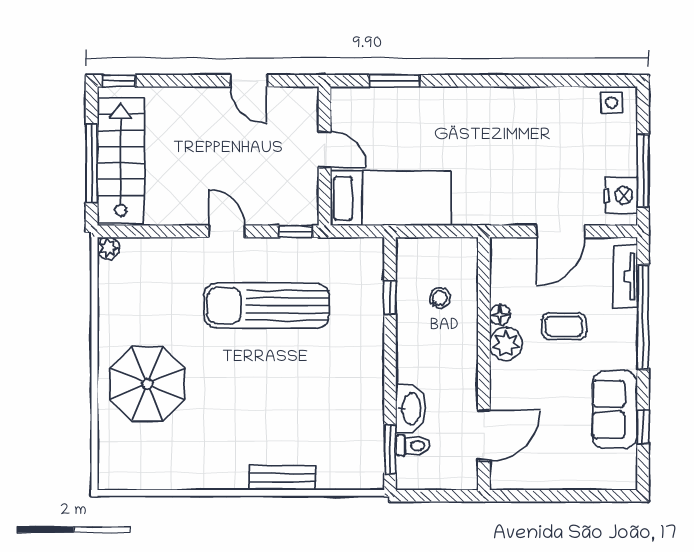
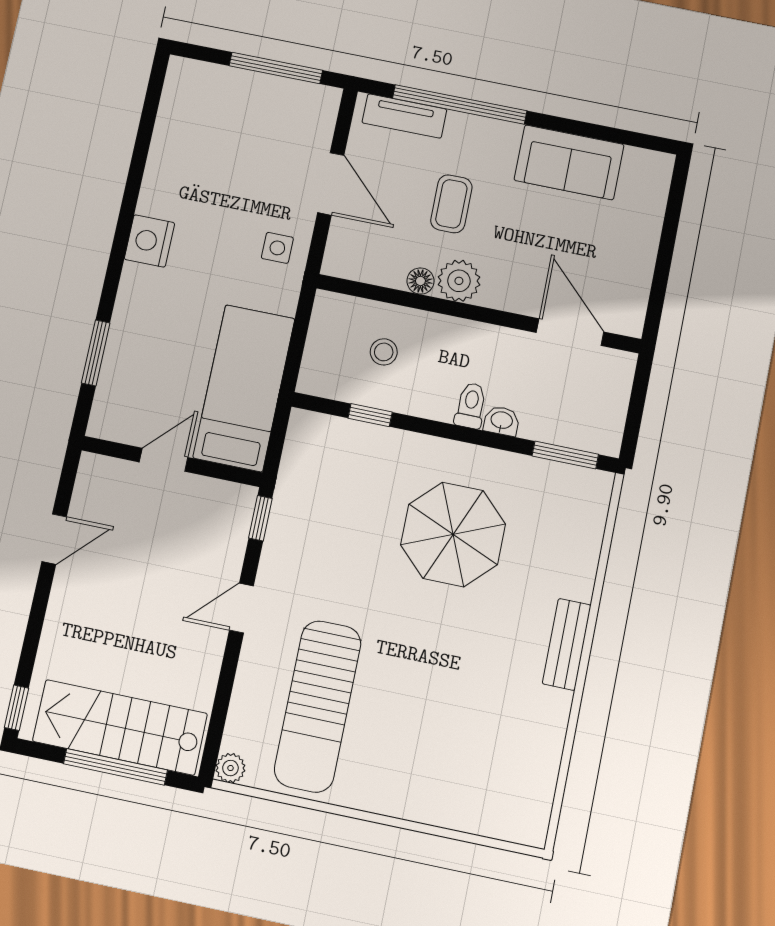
side table: (612, 103) -> (277, 248), moved
nightstand: (621, 195) -> (149, 241), moved, turned -90
sun lounger: (266, 305) -> (318, 706), moved
parasol: (147, 384) -> (453, 534), moved
washbasin: (411, 409) -> (502, 421), width x0.52, depth x0.69
window: (643, 427) -> (598, 132), removed
toilet: (413, 446) -> (471, 406), moved
bench: (282, 478) -> (567, 644), moved

